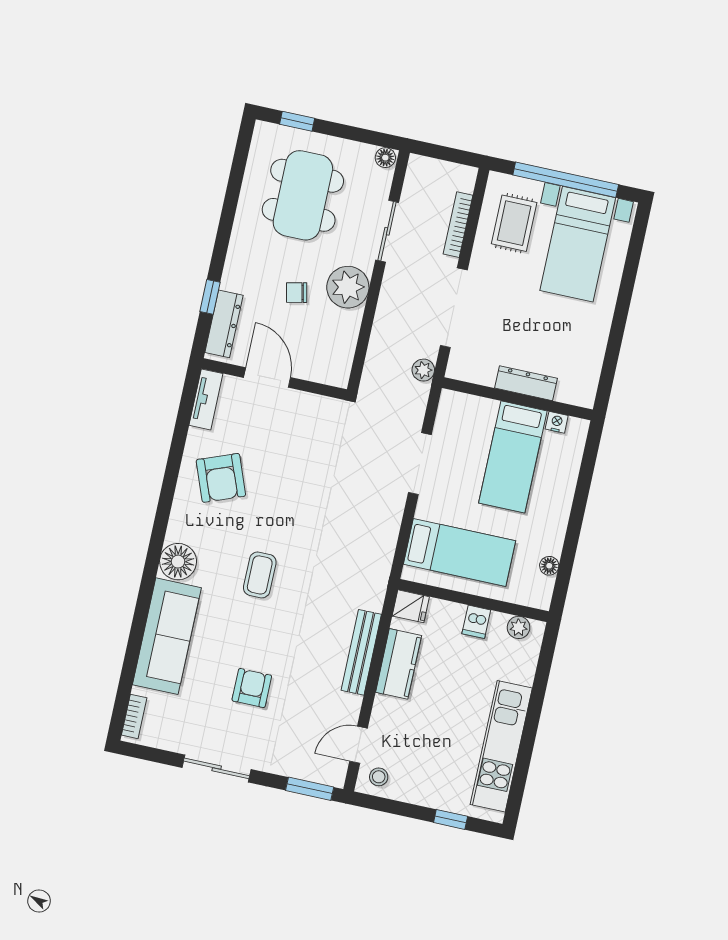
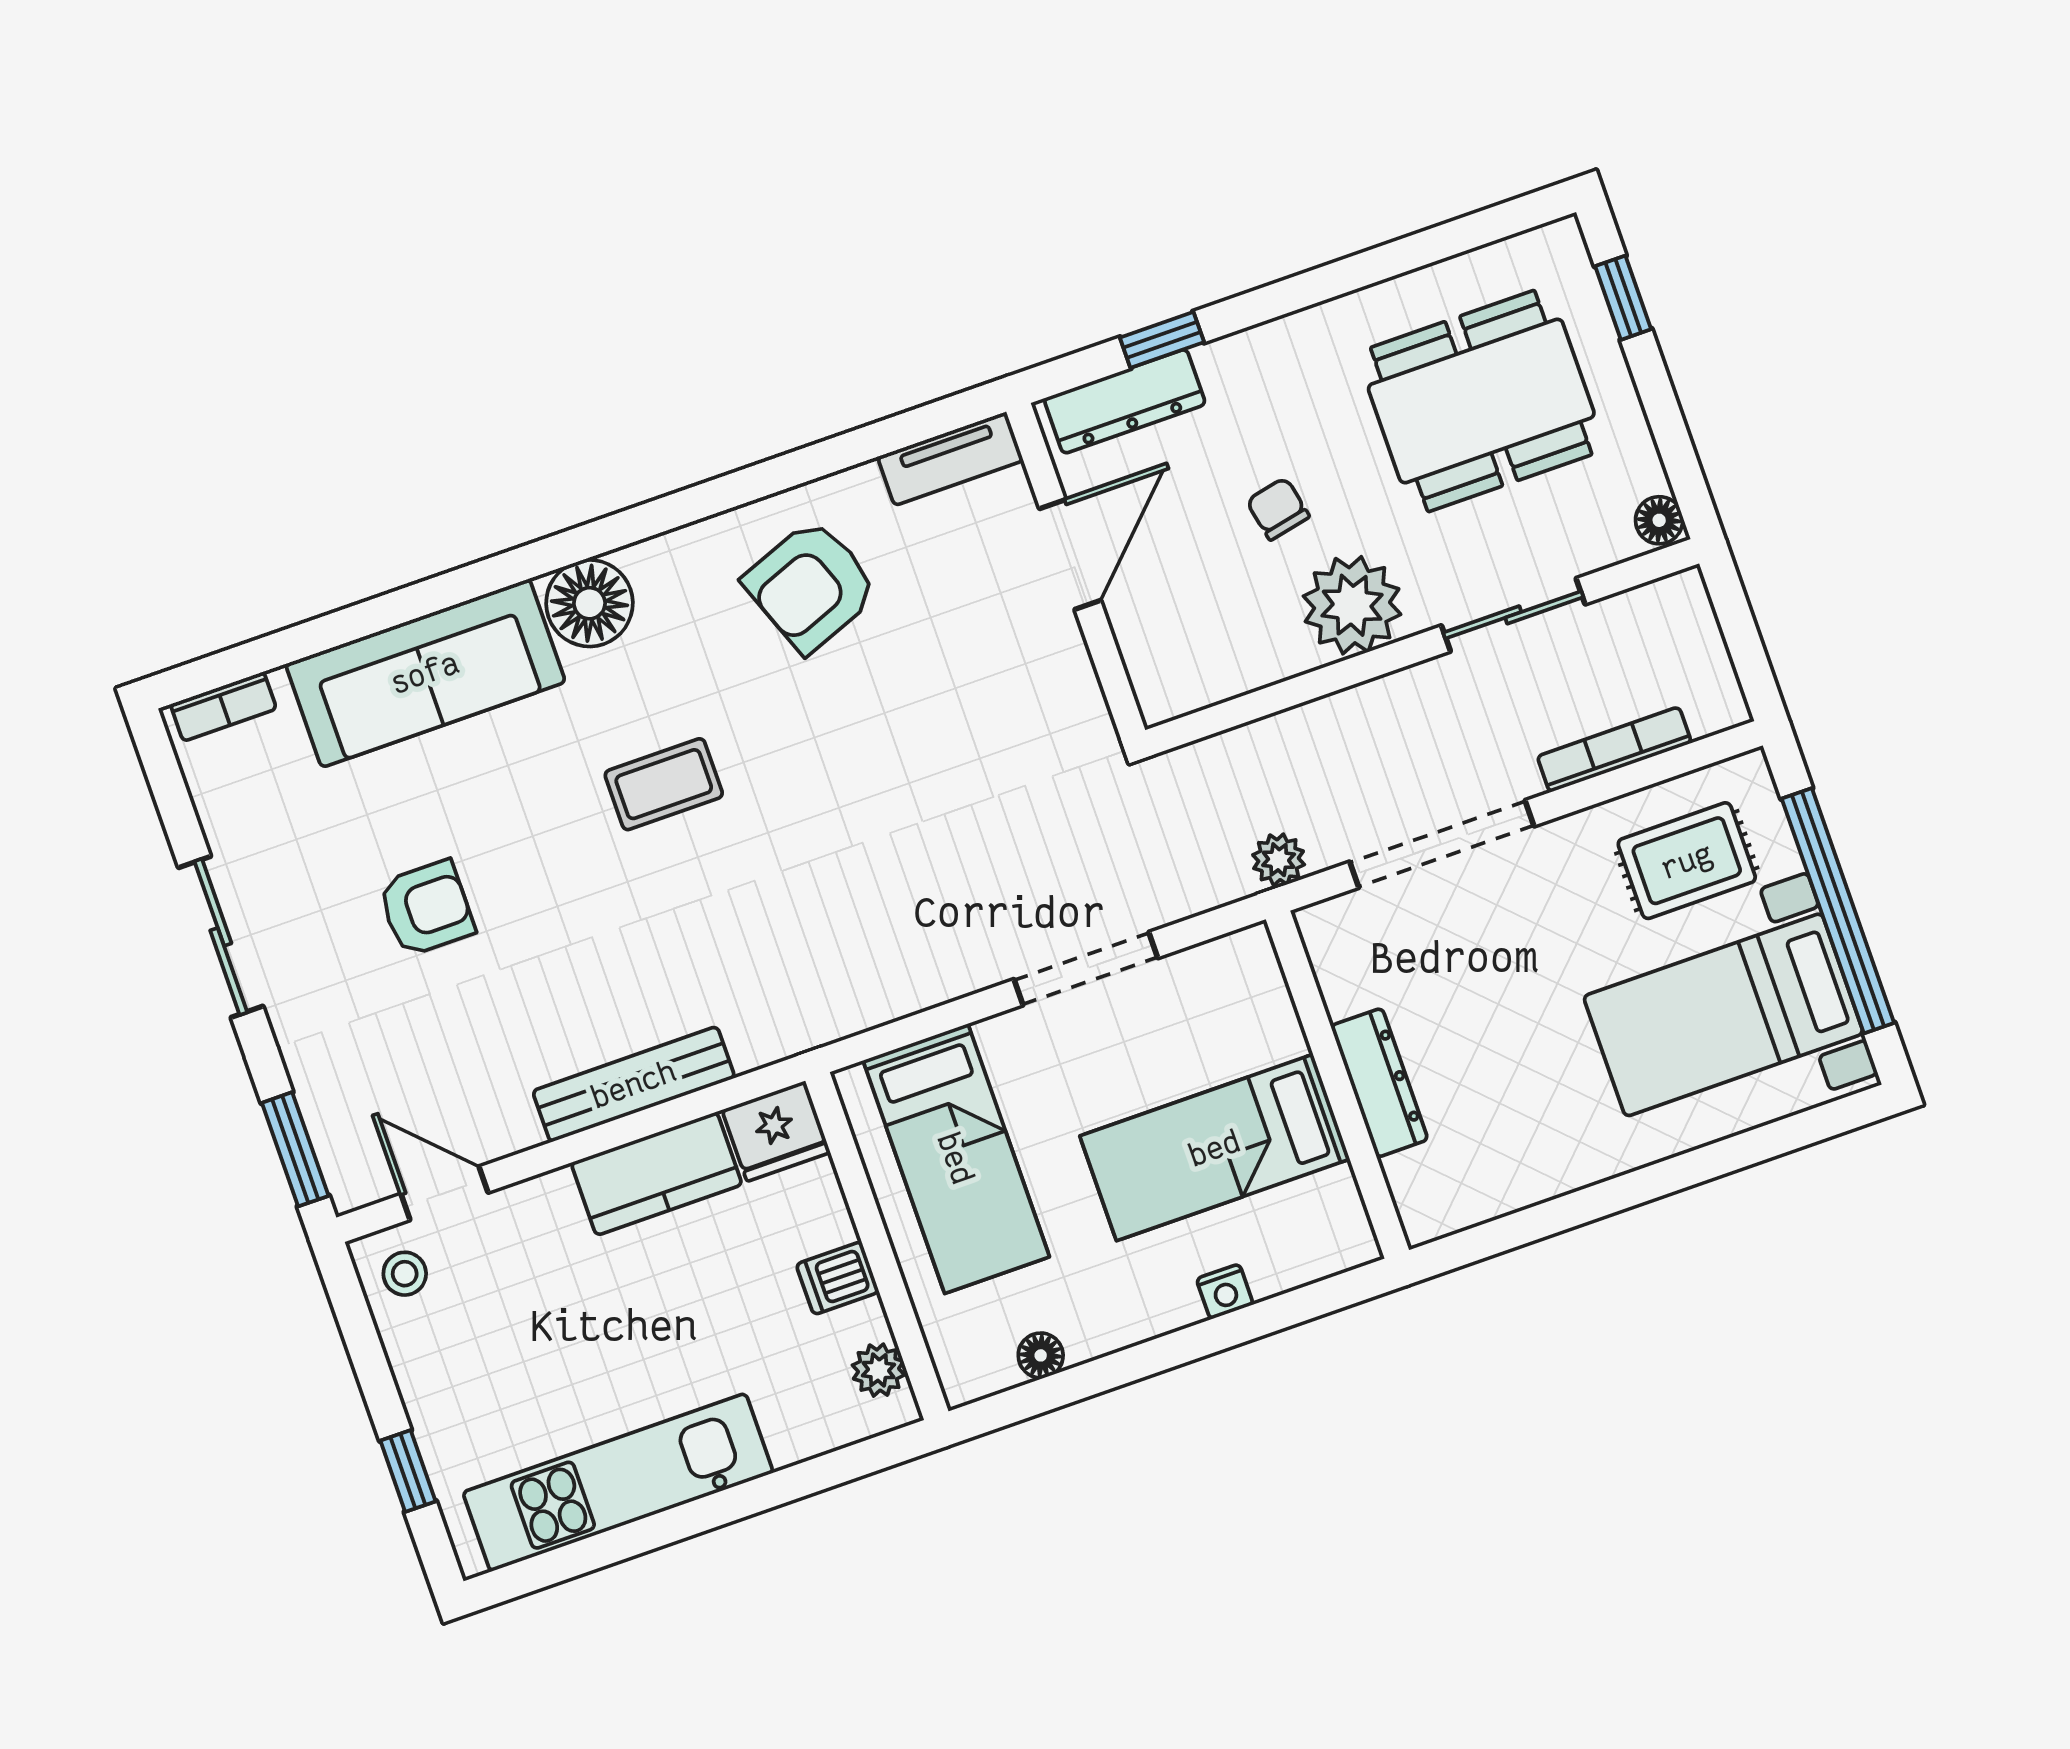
nightstand: (557, 422) -> (1225, 1292), moved, turned 90
fridge: (411, 606) -> (776, 1131), width x1.38

